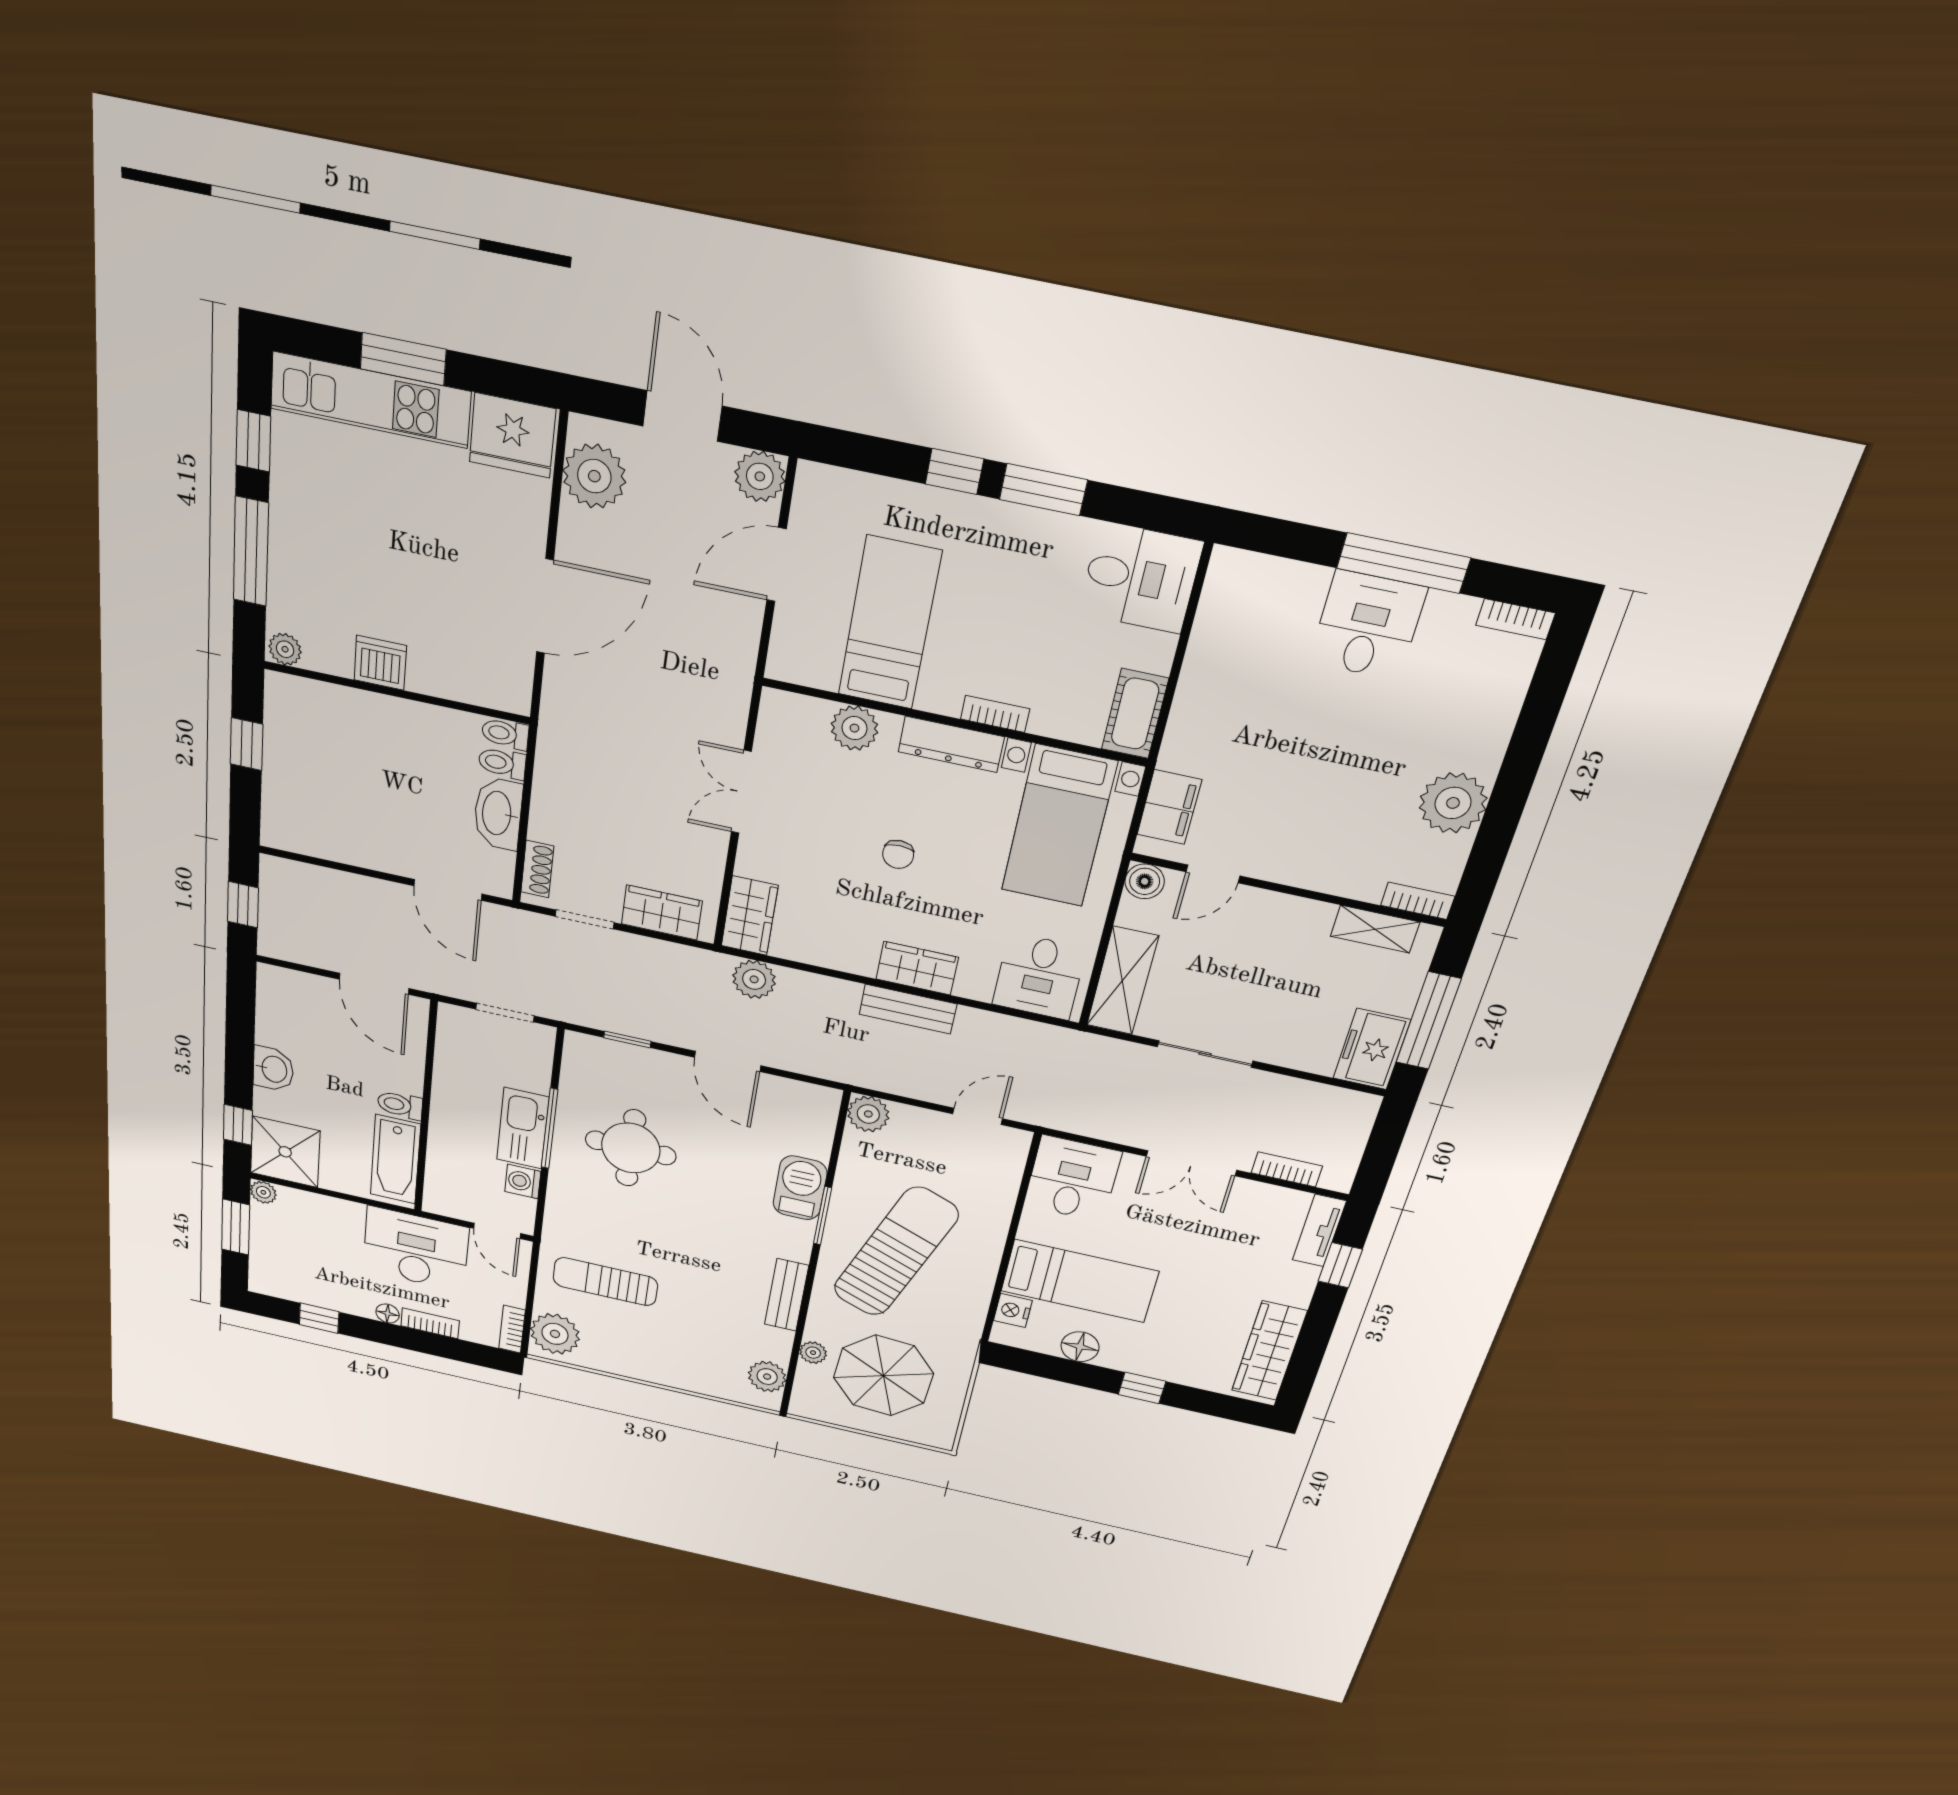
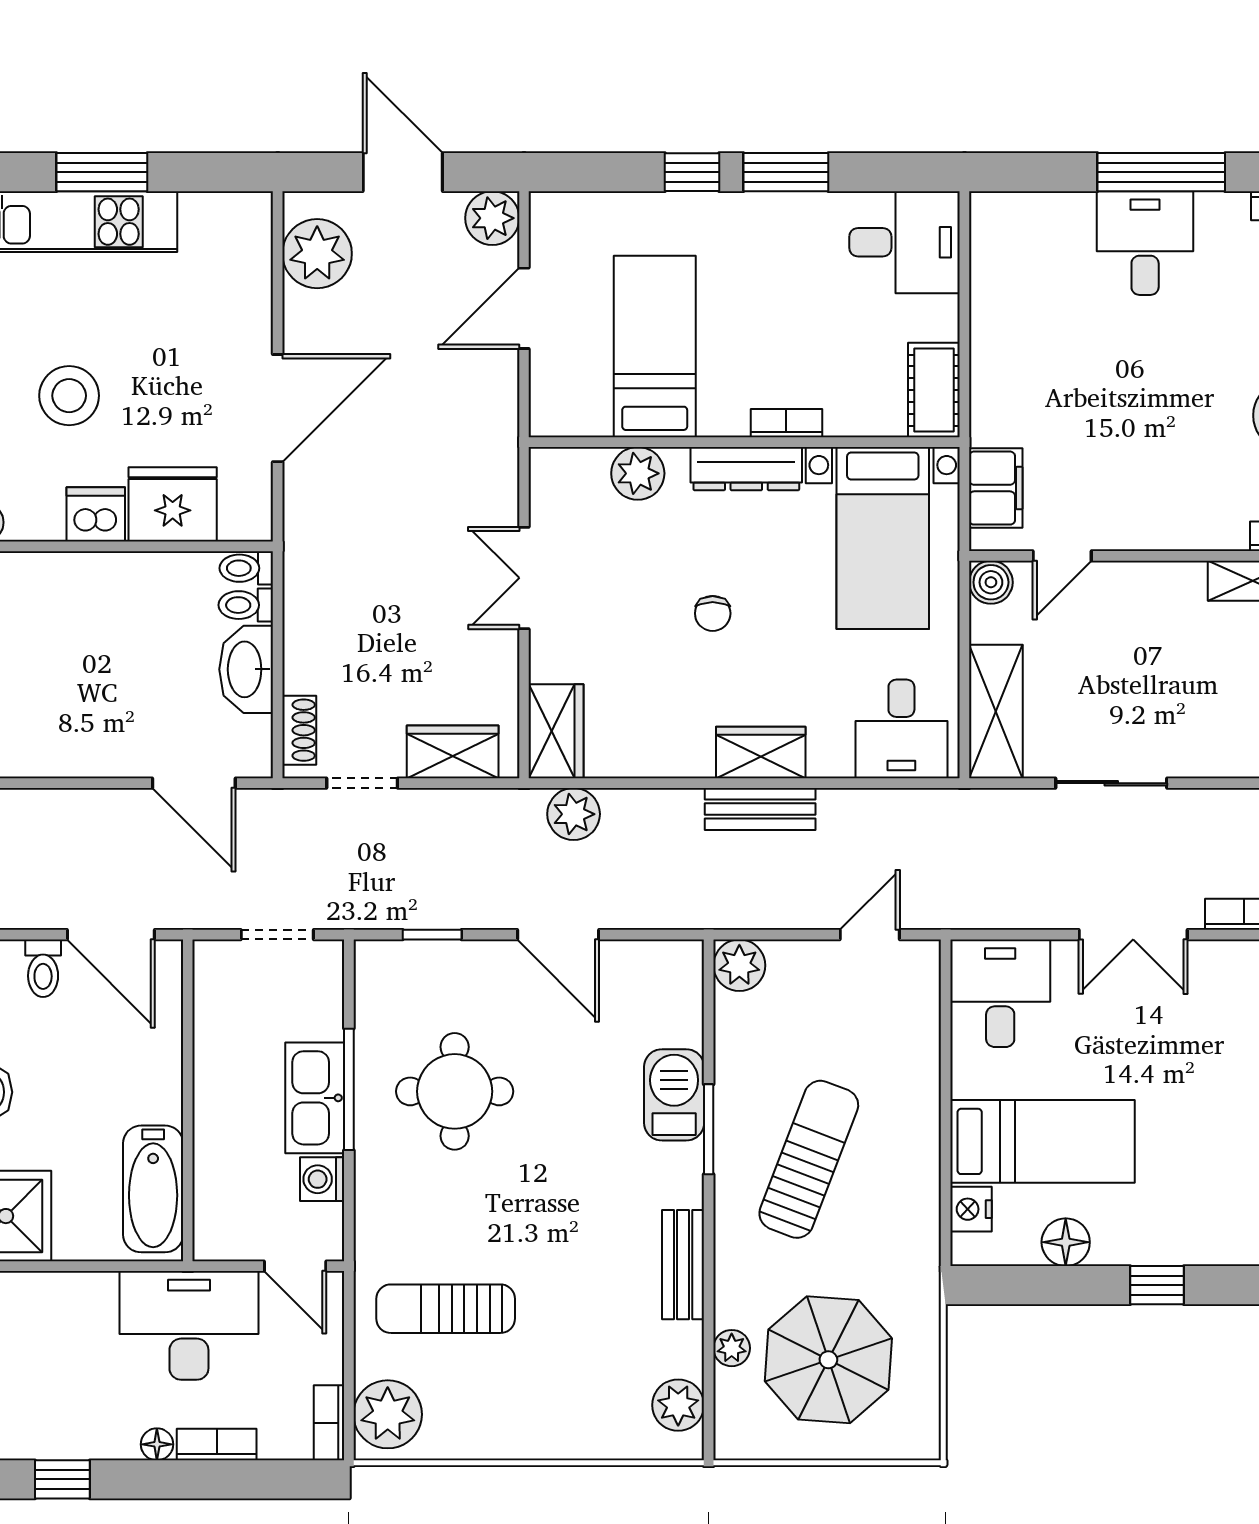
fridge: (512, 435) -> (173, 504), moved, turned 180
stool: (363, 557) -> (69, 396), added
toilet: (400, 1105) -> (43, 968), moved, turned -90
sun lounger: (896, 1252) -> (809, 1159), width x0.73, depth x0.75

